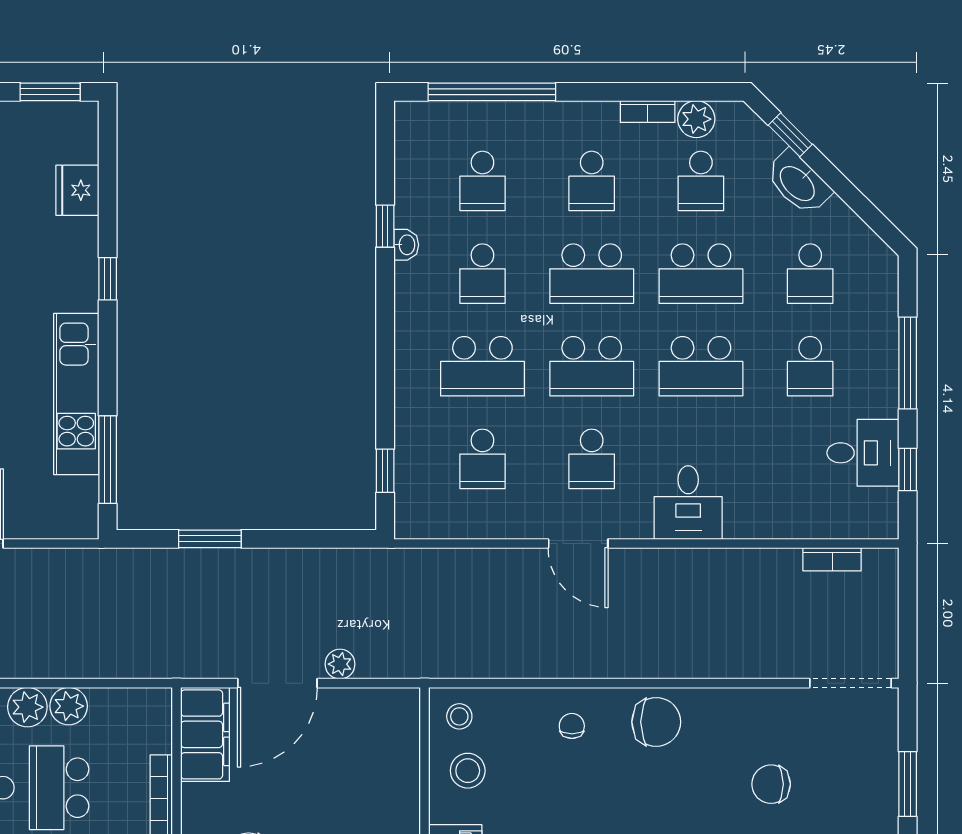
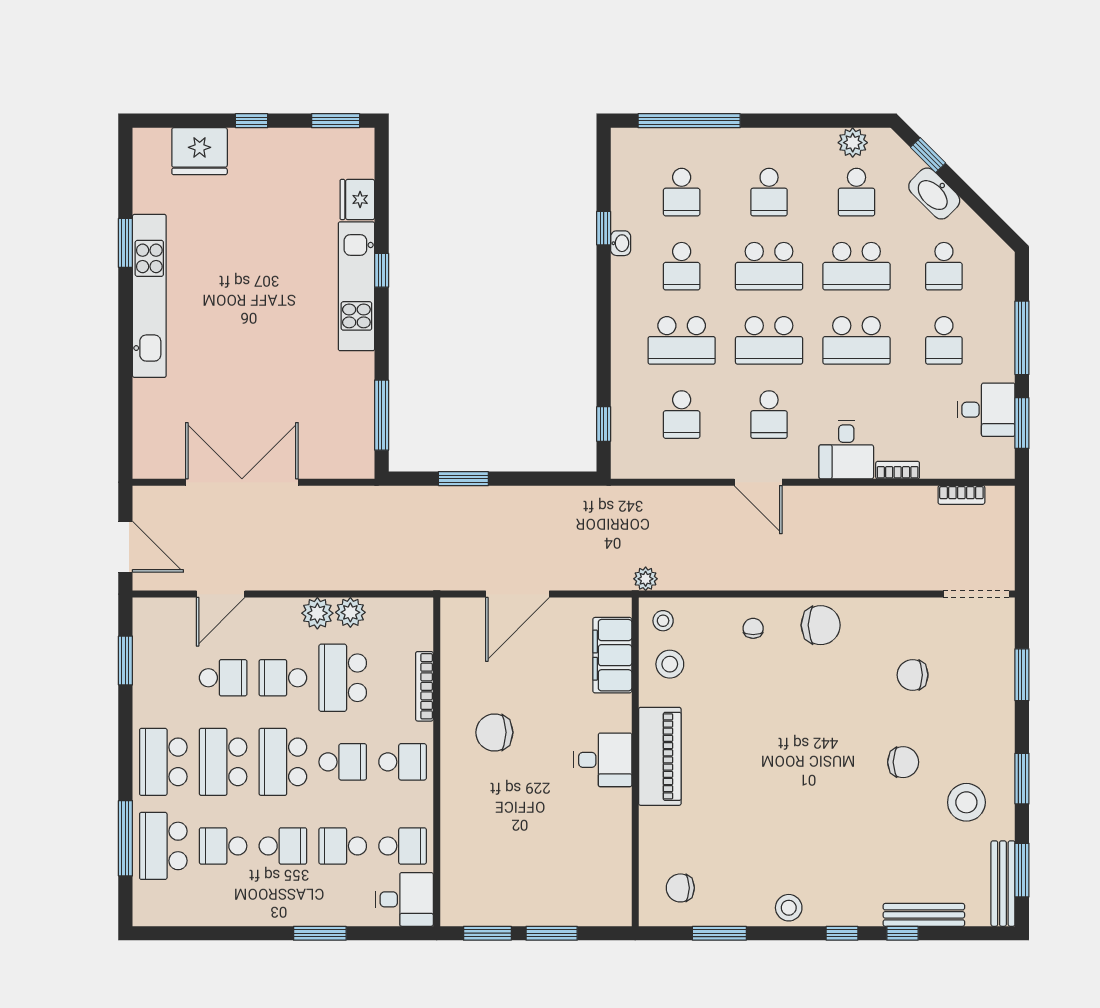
bookcase: (648, 111) -> (898, 470), moved, turned 180
kitchen unit: (76, 394) -> (356, 286), moved
window: (908, 469) -> (1022, 423), width x1.50
plant: (340, 664) -> (646, 579), moved
filing cabinet: (205, 734) -> (612, 655), moved, turned 180

